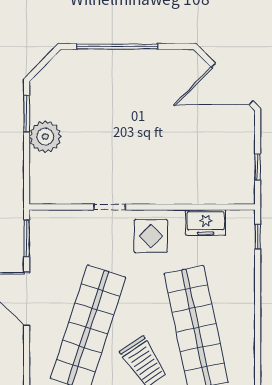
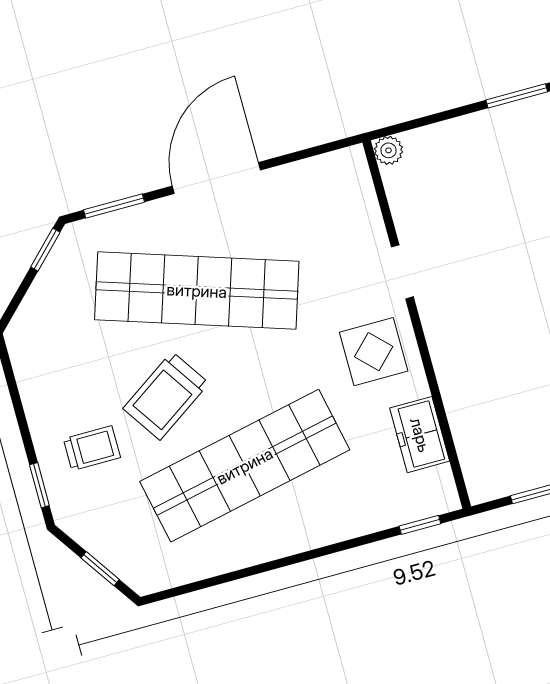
plant: (45, 137) -> (388, 150), moved, width x0.53, depth x0.53
window: (27, 238) -> (114, 206), moved

